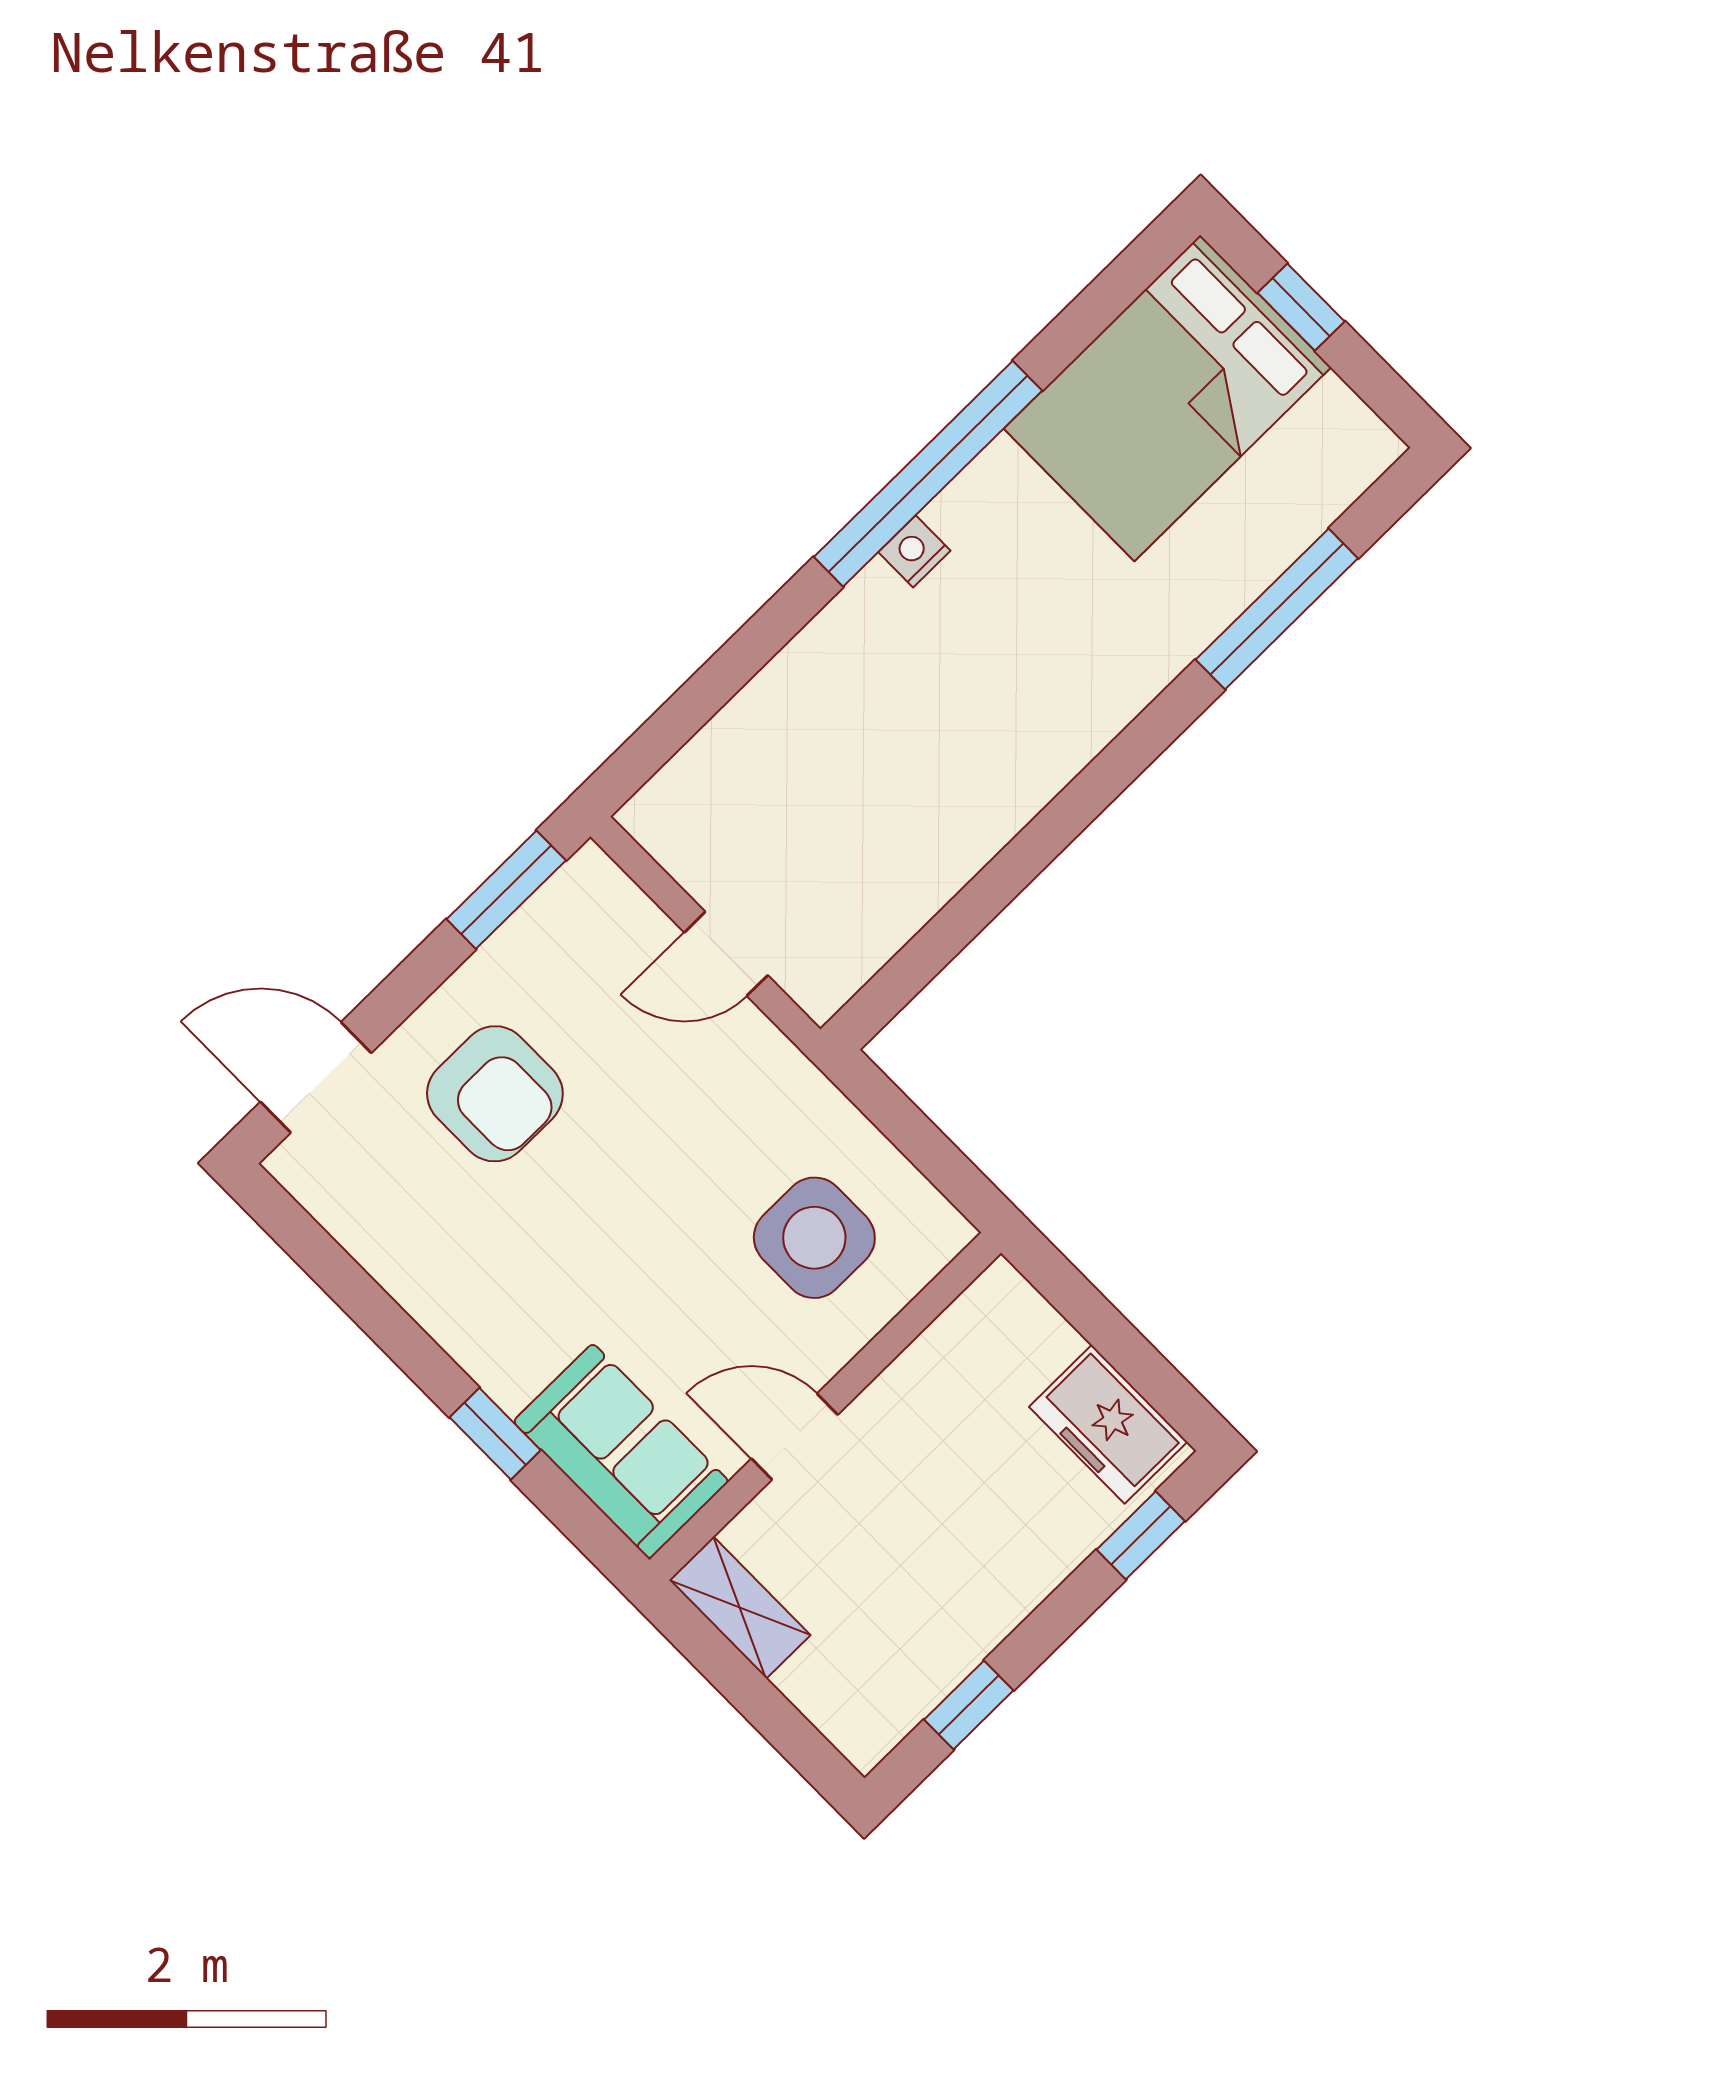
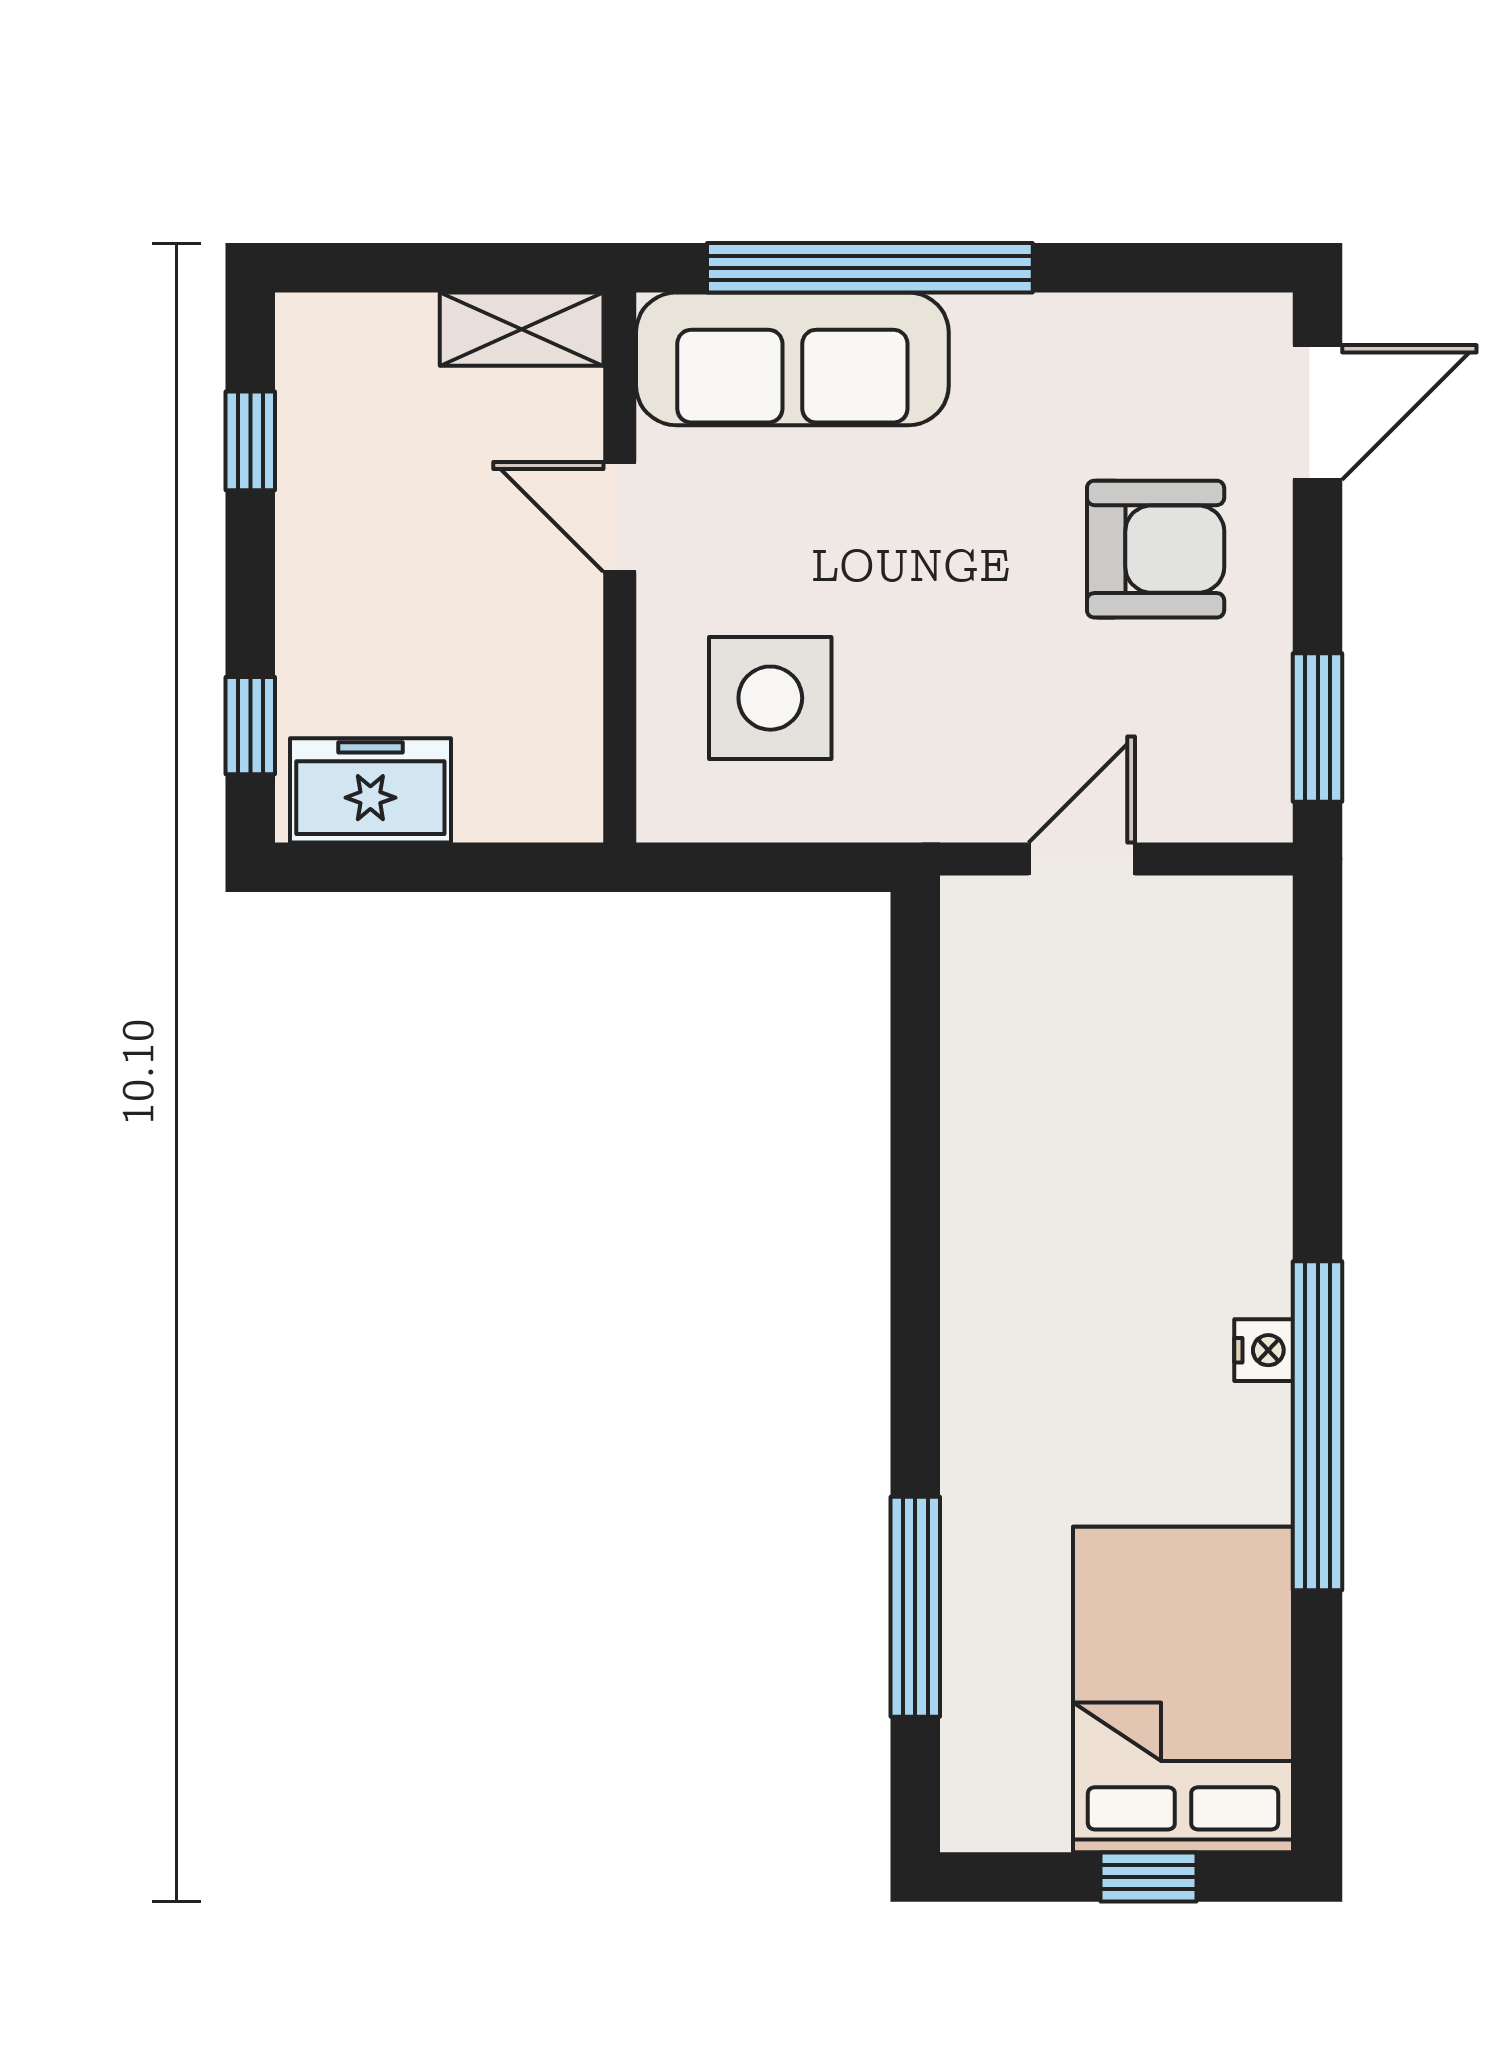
armchair: (495, 1094) -> (1156, 549), turned 180
window: (495, 1434) -> (870, 268), width x3.17
door: (795, 1437) -> (620, 517), swing flipped
sofa: (621, 1451) -> (792, 359), width x1.36

